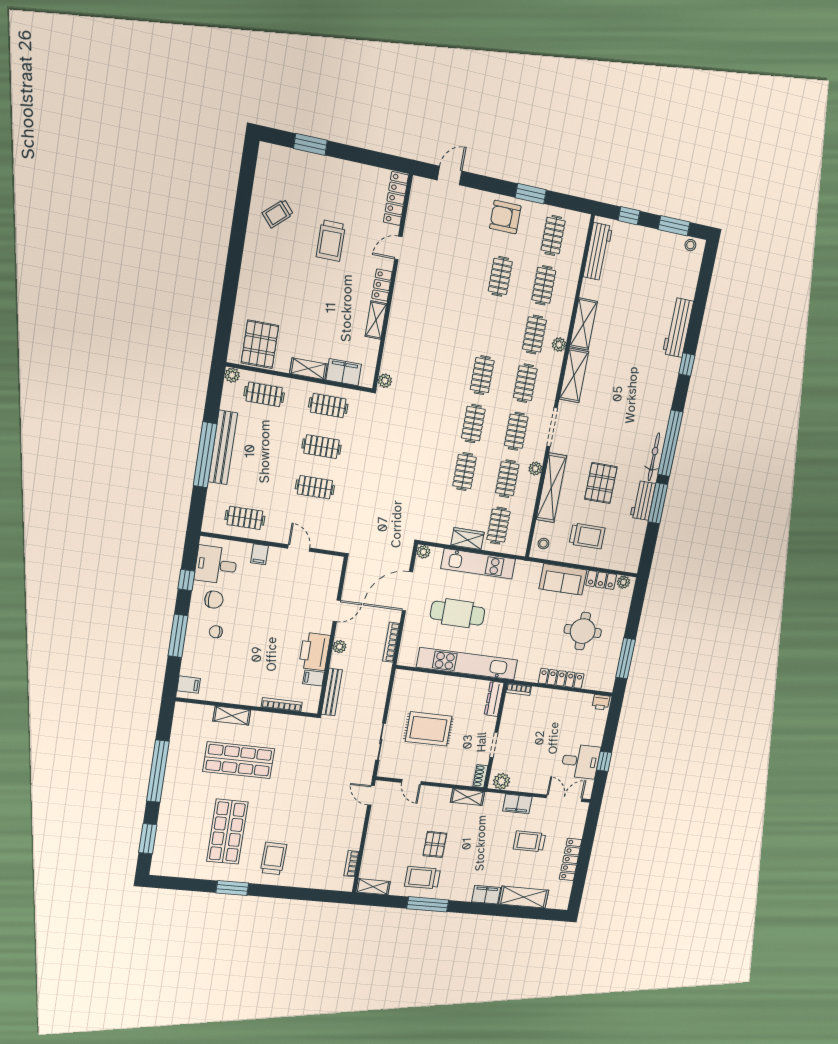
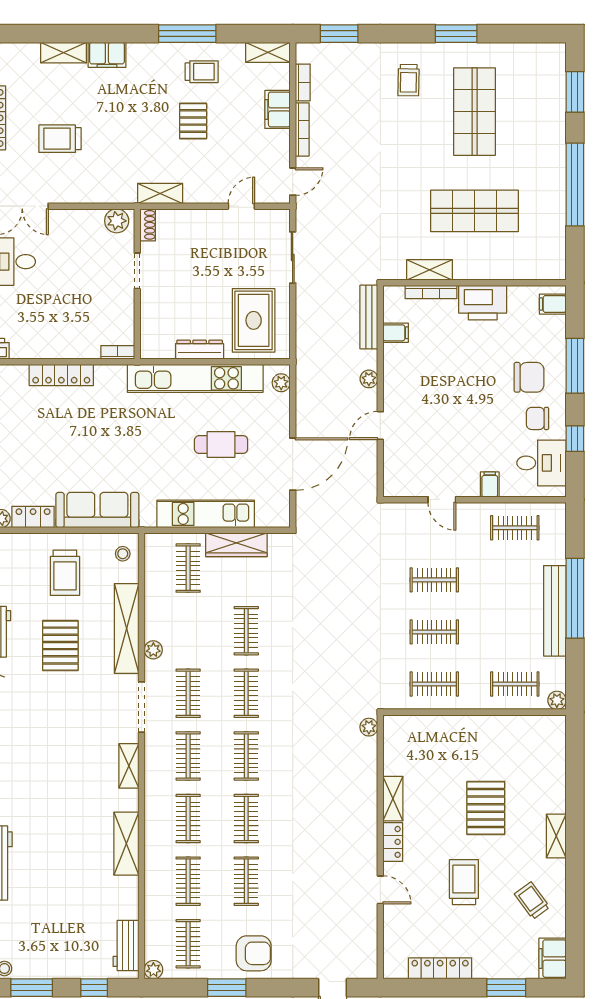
locker: (396, 198) -> (440, 968), moved, turned -90
trolley: (278, 214) -> (532, 901), turned -84
door: (398, 248) -> (380, 890), hinge flipped
workbench: (598, 252) -> (126, 945), width x0.73
pallet: (260, 344) -> (486, 808), moved
plant: (559, 345) -> (153, 970), moved
shelving: (308, 369) -> (556, 836), moved, turned 90
filing cabinet: (344, 372) -> (553, 959), moved, turned 90
shelving: (574, 375) -> (129, 766), width x0.67, depth x0.75
clothes rail: (507, 479) -> (246, 819), moved
trolley: (587, 536) -> (65, 573), turned -90
wardrobe: (468, 539) -> (236, 545), width x1.50
plant: (423, 552) -> (281, 383), moved
sofa: (563, 579) -> (97, 510), width x1.36
cafe table: (458, 613) -> (221, 444), width x0.73, depth x0.74
round table: (583, 631) -> (44, 444), removed
chair: (216, 632) -> (529, 377), width x1.87, depth x1.87
bookcase: (391, 642) -> (302, 129), moved
printer: (314, 652) -> (483, 303), moved, turned 90
dresser: (494, 699) -> (200, 350), moved, turned -90
shelving: (232, 715) -> (430, 270), moved
rug: (429, 729) -> (254, 320), moved, turned 90
door: (411, 782) -> (241, 206), hinge flipped
door: (371, 795) -> (293, 182), hinge flipped
filing cabinet: (517, 804) -> (277, 109), moved, turned -90
trolley: (529, 841) -> (60, 139), turned 180
trolley: (274, 858) -> (408, 80), width x0.73, depth x0.72
trolley: (422, 878) -> (202, 72), width x0.73, depth x0.72
window: (319, 895) -> (339, 34), added
shelving: (524, 897) -> (64, 53), width x0.67, depth x0.75

